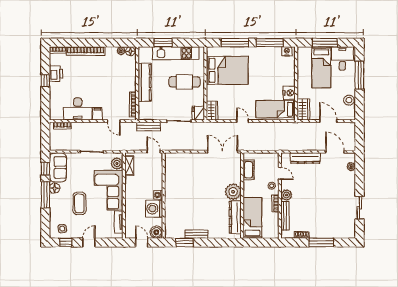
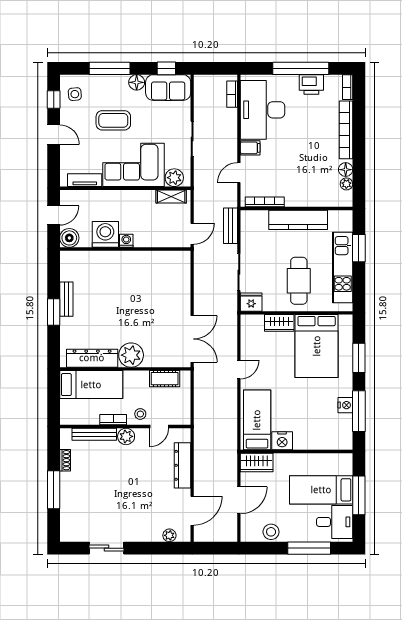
window: (235, 43) -> (359, 358), width x0.69
floor lamp: (130, 51) -> (346, 170), moved
nightstand: (287, 51) -> (345, 405), moved
window: (45, 81) -> (301, 68), width x3.17
desk: (78, 109) -> (263, 110), width x1.36, depth x1.30
wardrobe: (212, 110) -> (279, 323), moved
window: (45, 195) -> (110, 68), moved
window: (185, 242) -> (54, 312), moved

